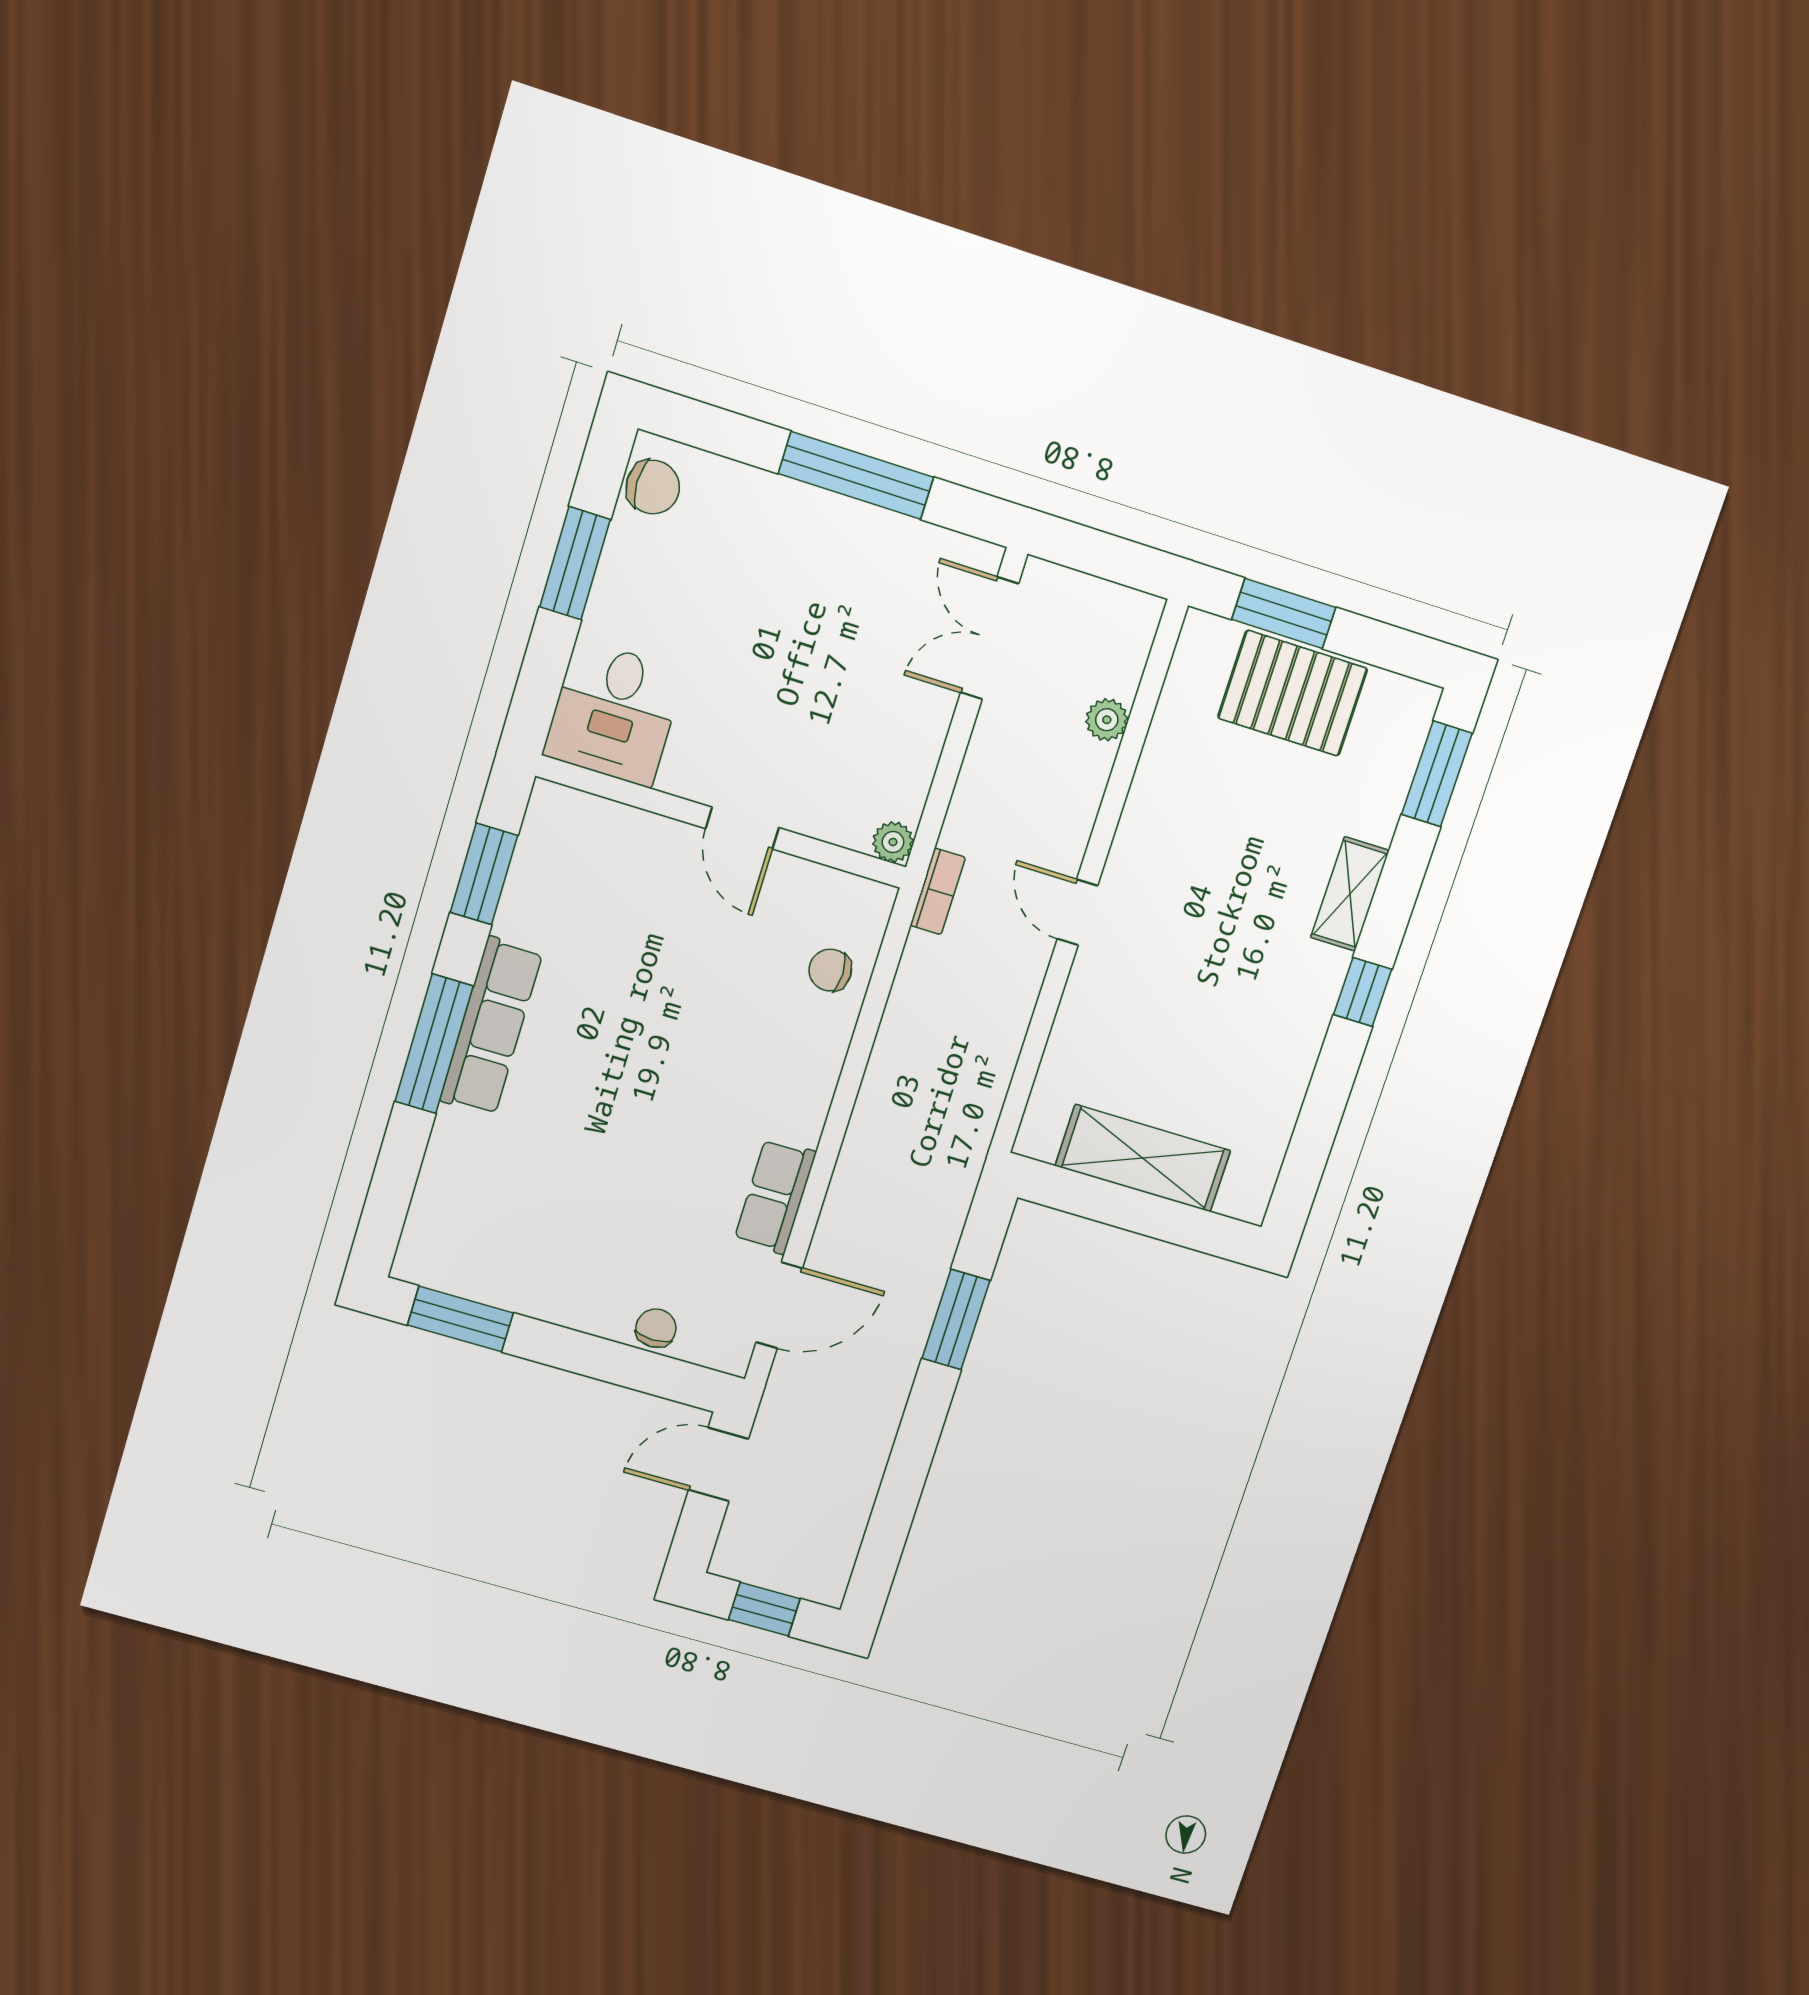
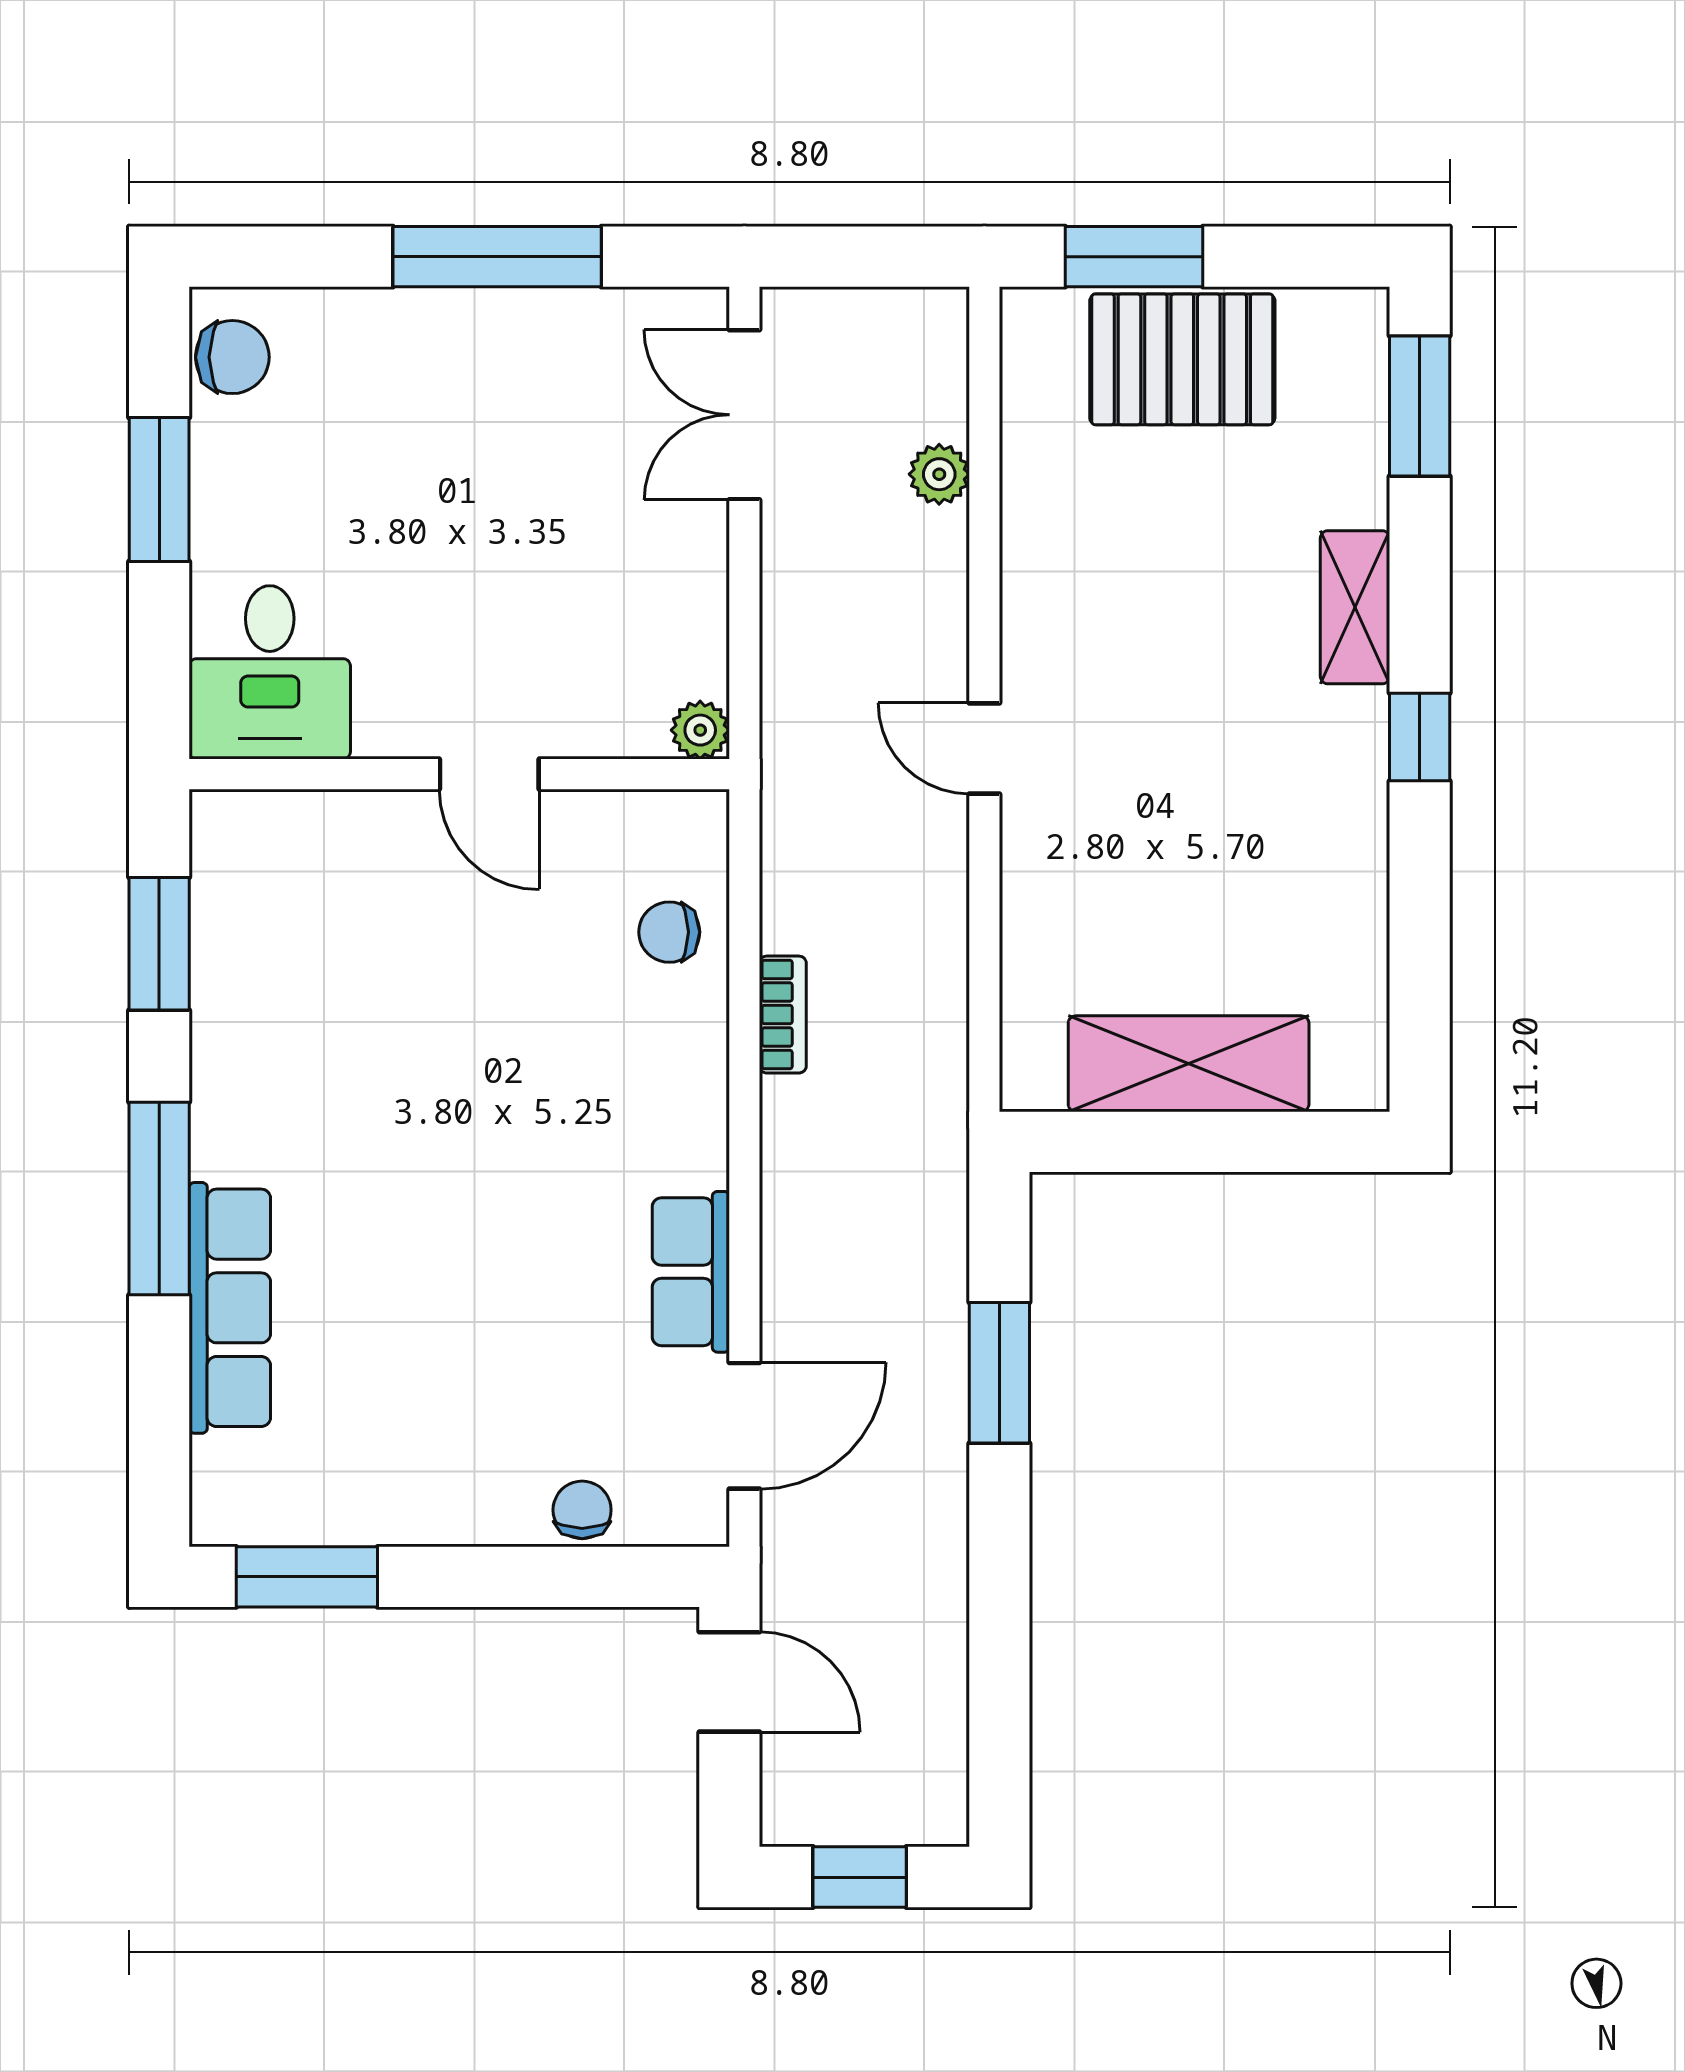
bookcase: (938, 891) -> (783, 1015), moved
row of seats: (491, 1026) -> (230, 1308), moved
door: (718, 1464) -> (729, 1682), swing flipped

